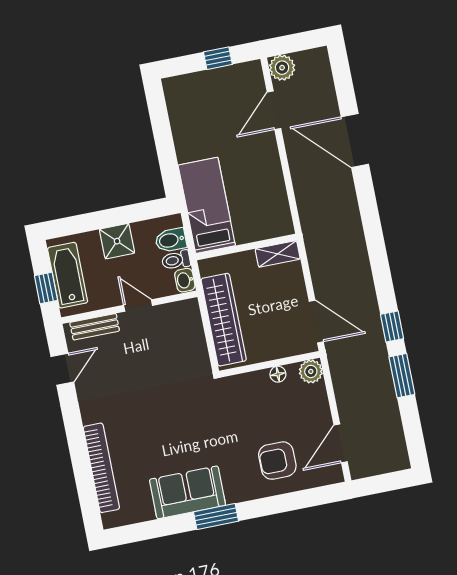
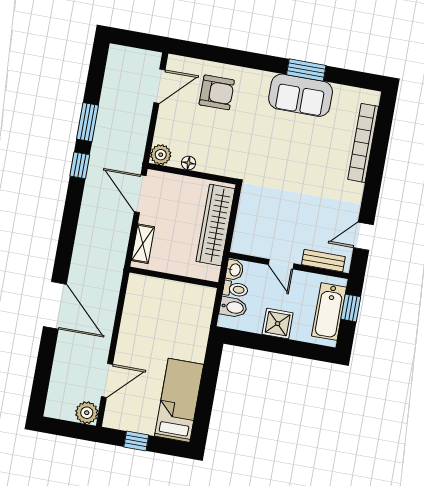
door: (355, 140) -> (55, 305), moved
bed: (207, 205) -> (179, 400), moved, turned 180
shelving: (278, 254) -> (143, 244), moved, turned 90
window: (216, 517) -> (306, 70), moved

